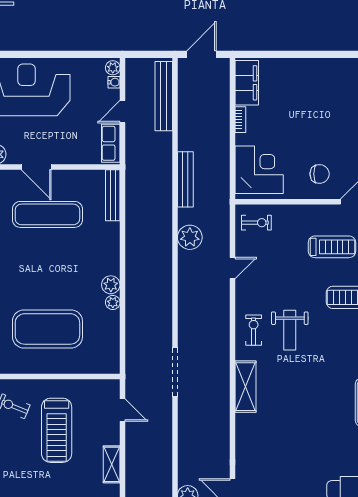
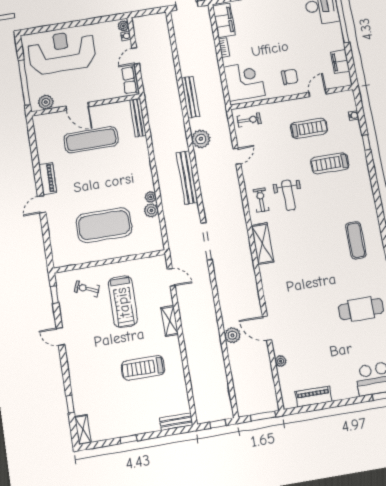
bench: (164, 96) -> (187, 178), moved
plant: (111, 285) -> (151, 210), moved

